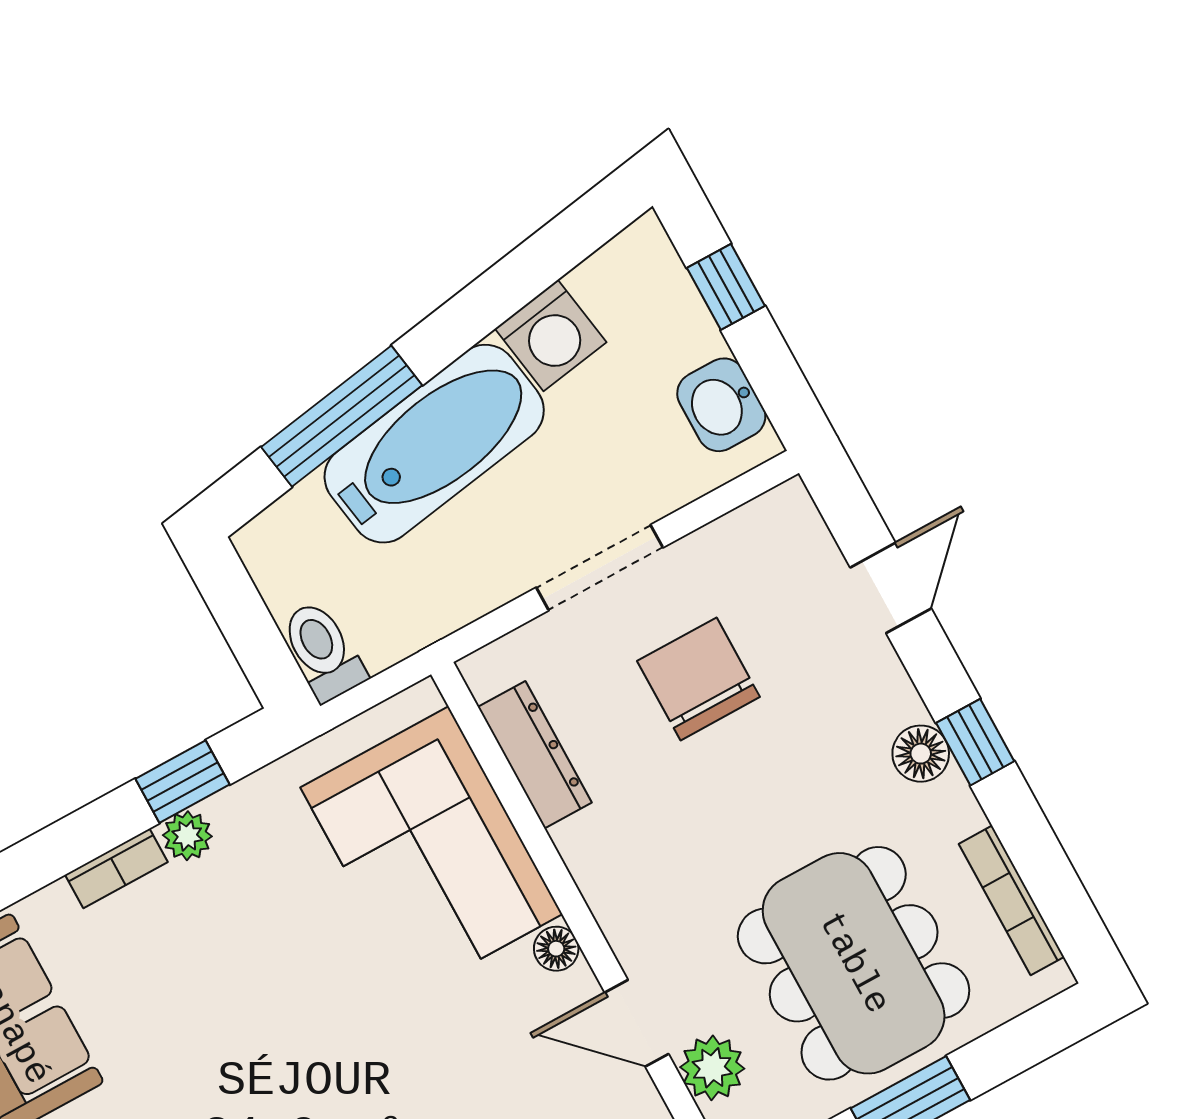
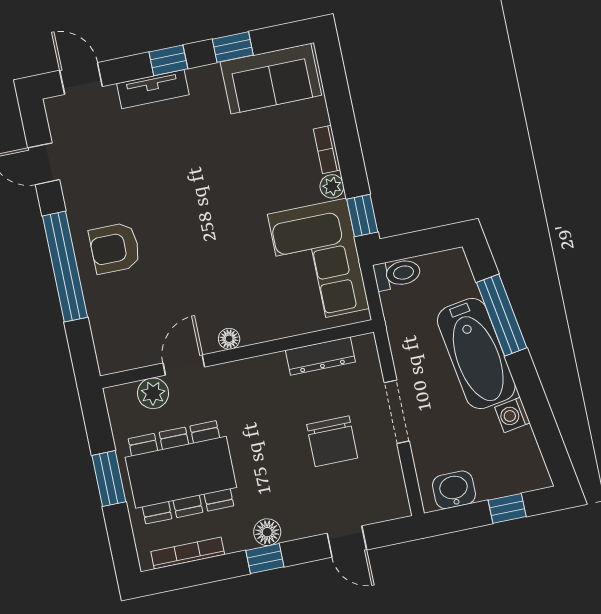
washing machine: (551, 335) -> (512, 415), width x0.73, depth x0.73
chair: (699, 679) -> (332, 441), turned 90
window: (182, 782) -> (362, 216), moved
corner sofa: (431, 851) -> (318, 261), moved, turned -90

